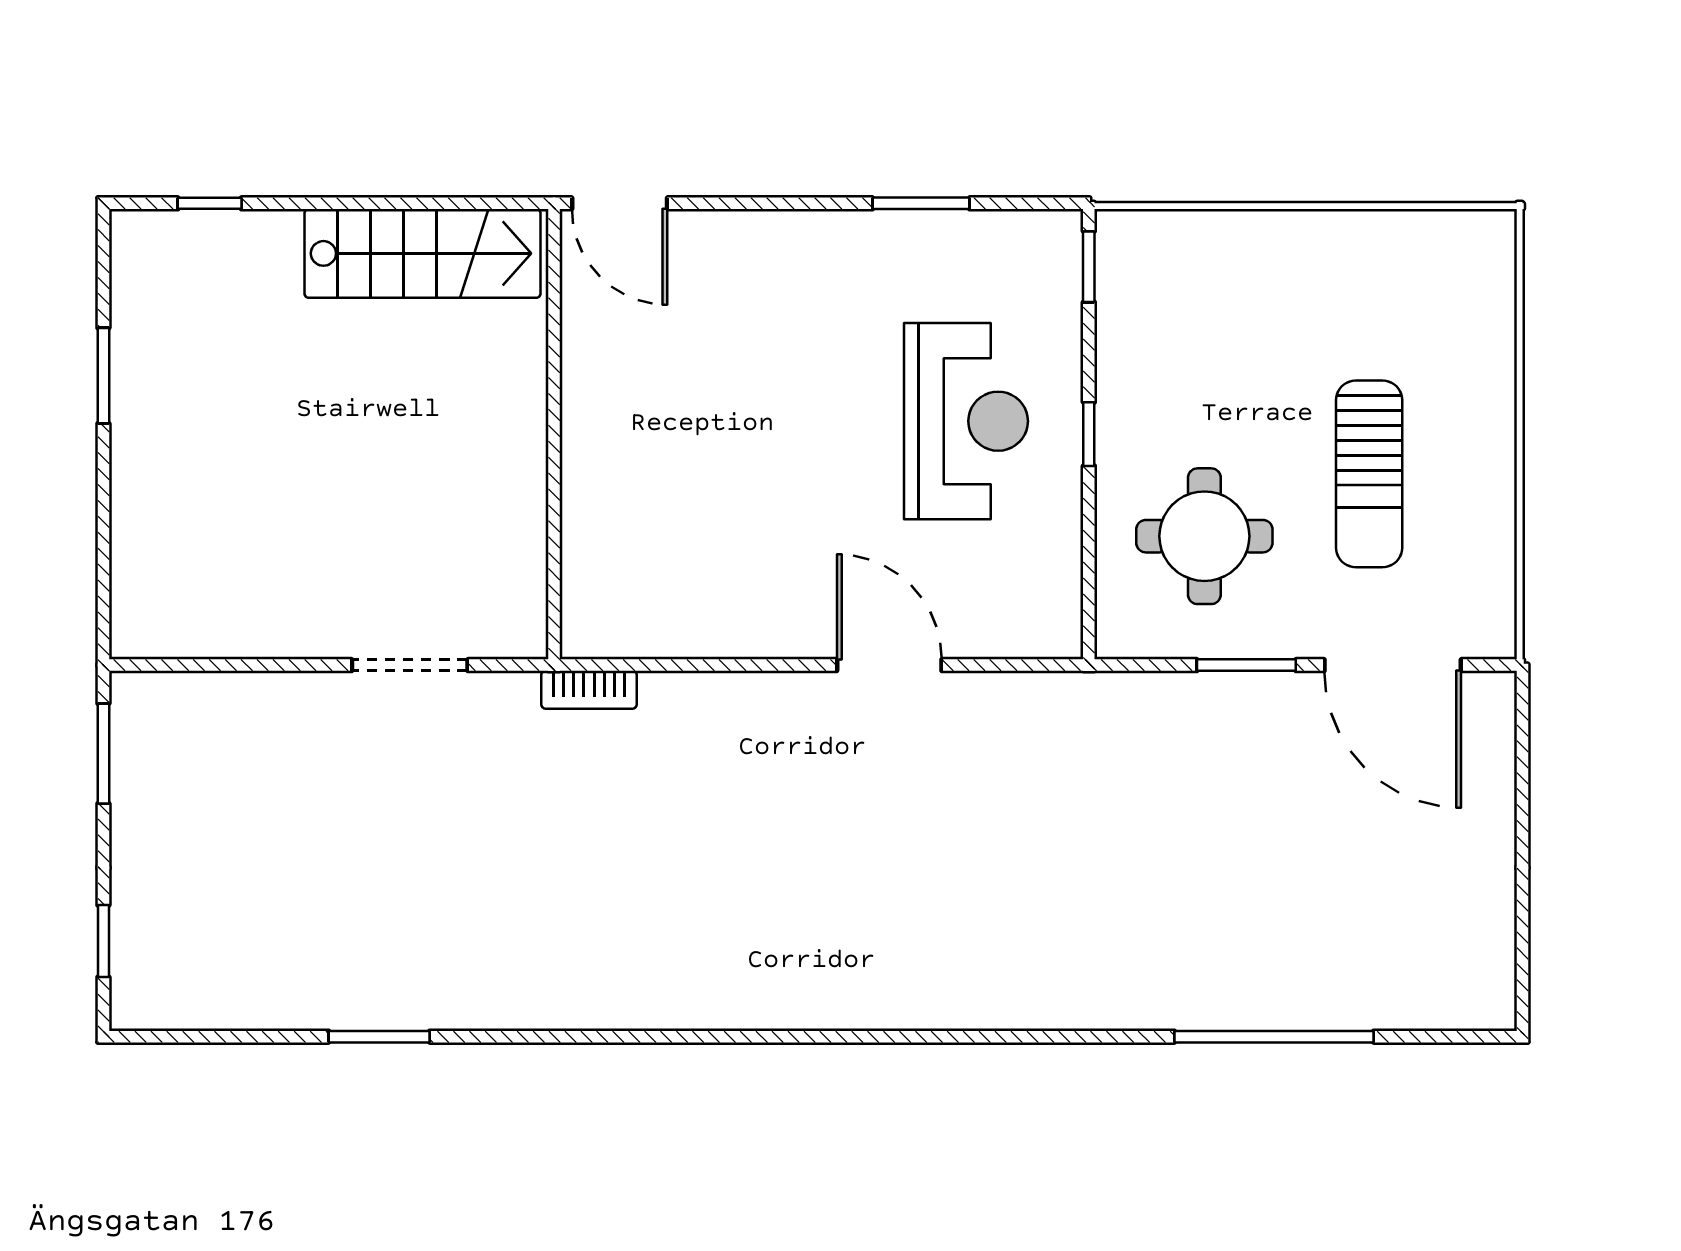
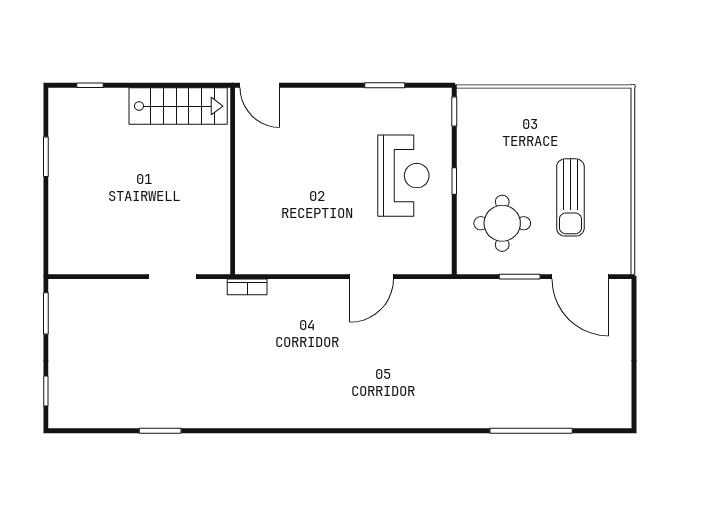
door: (889, 665) -> (372, 277), swing flipped

